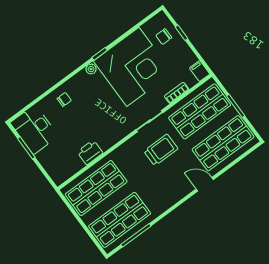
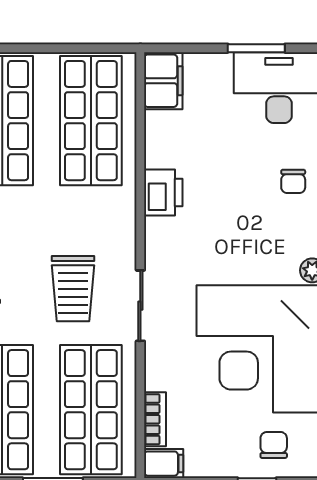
bookcase: (177, 93) -> (155, 419), moved
printer: (90, 152) -> (163, 193), moved
filing cabinet: (63, 173) -> (163, 81), added

